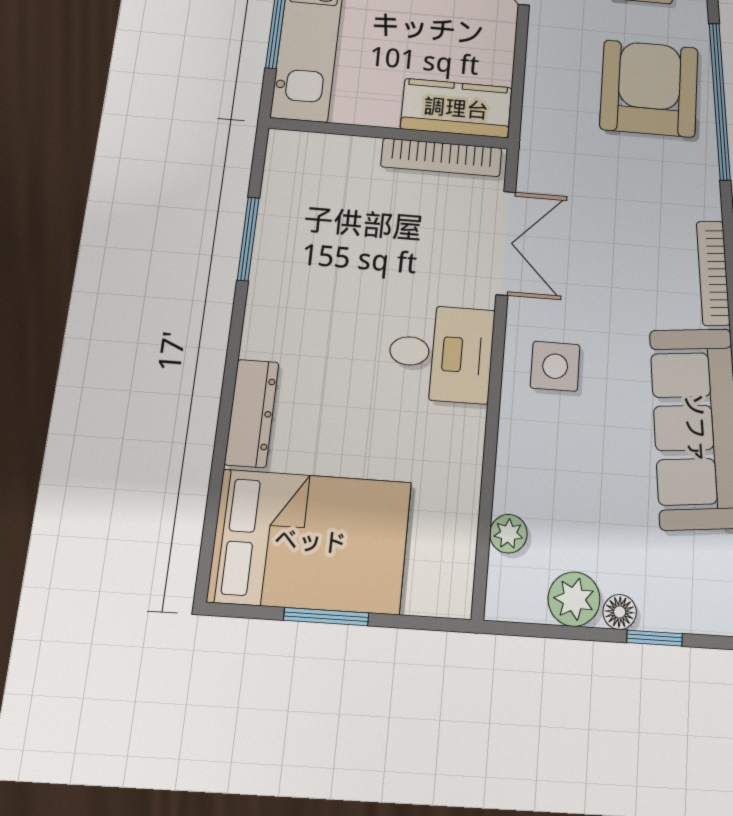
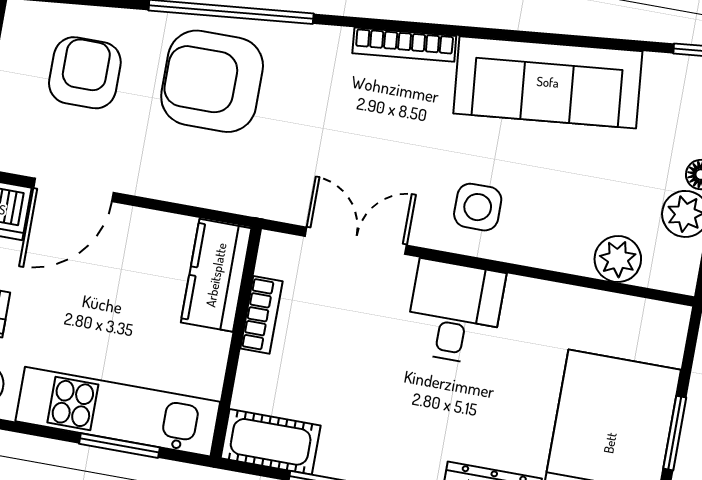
bookcase: (441, 157) -> (261, 315), width x0.64
cot: (289, 176) -> (271, 442), added
plant: (508, 534) -> (618, 259), width x1.38, depth x1.38

